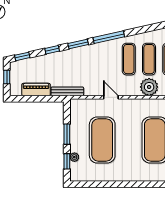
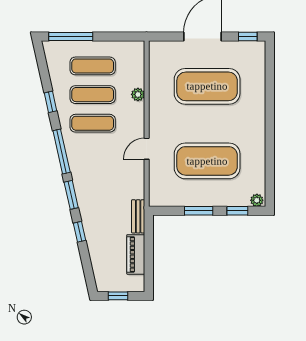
window: (22, 56) -> (51, 102), moved
plant: (149, 87) -> (138, 94), width x0.53, depth x0.53
bench: (67, 91) -> (138, 216), width x0.73
plant: (74, 157) -> (257, 200), moved

